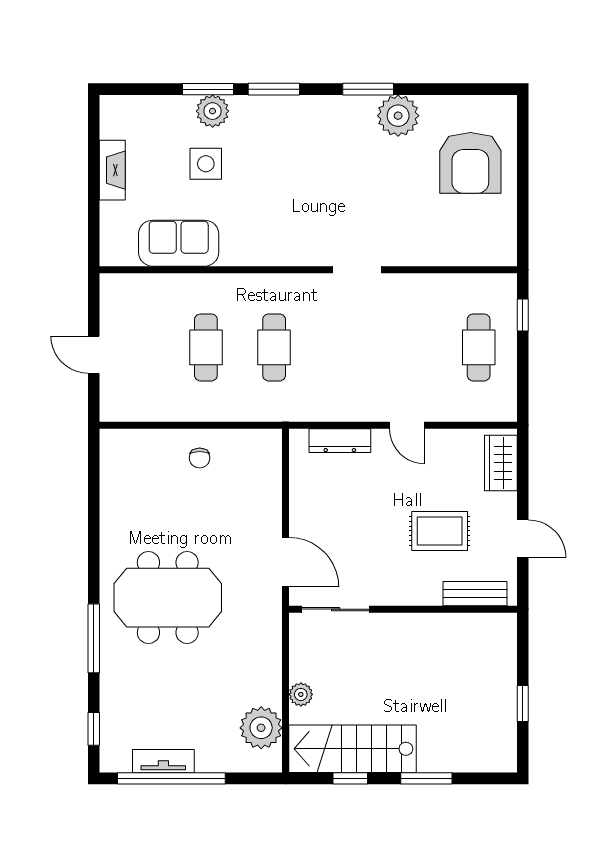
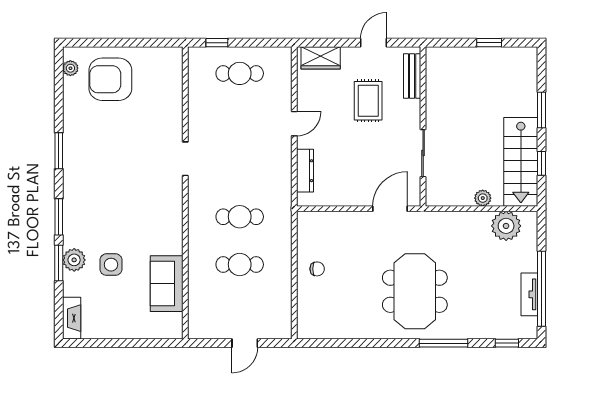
plant: (398, 116) -> (70, 68), moved, width x0.53, depth x0.53
armchair: (470, 163) -> (110, 79), turned 180
fireplace: (112, 170) -> (72, 318), moved, turned 90
sliding door: (336, 609) -> (423, 153), moved

